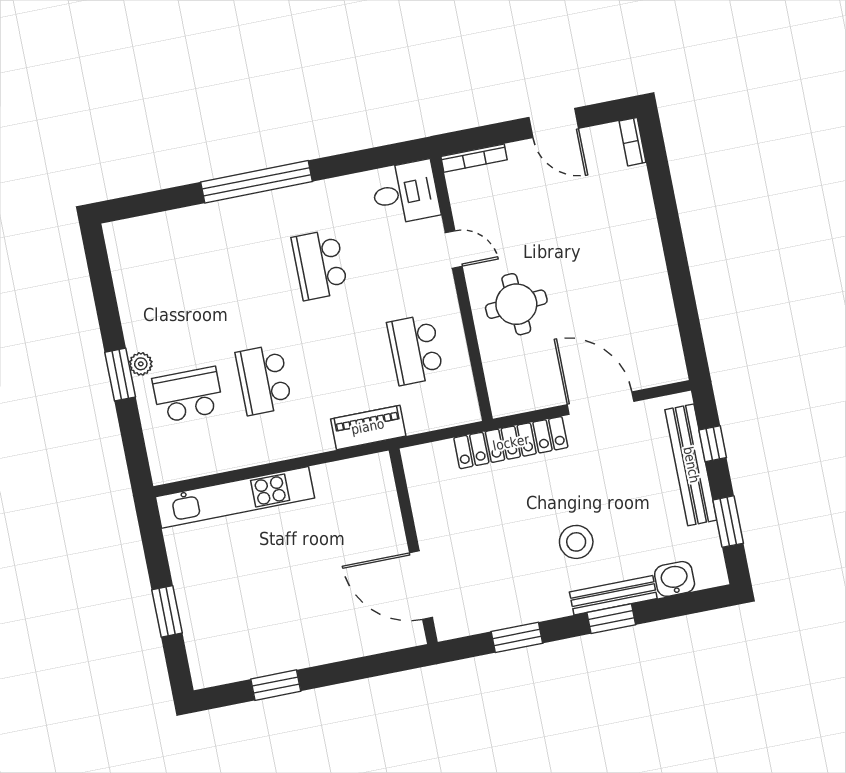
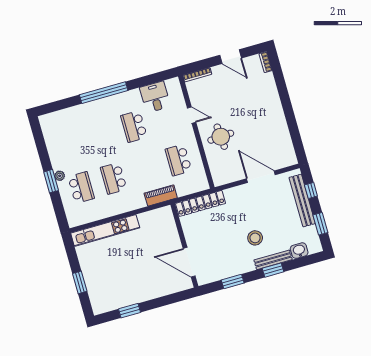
desk: (405, 193) -> (155, 97), moved, turned -90
school desk: (188, 395) -> (81, 188), turned 90
locker: (511, 443) -> (201, 203), moved

